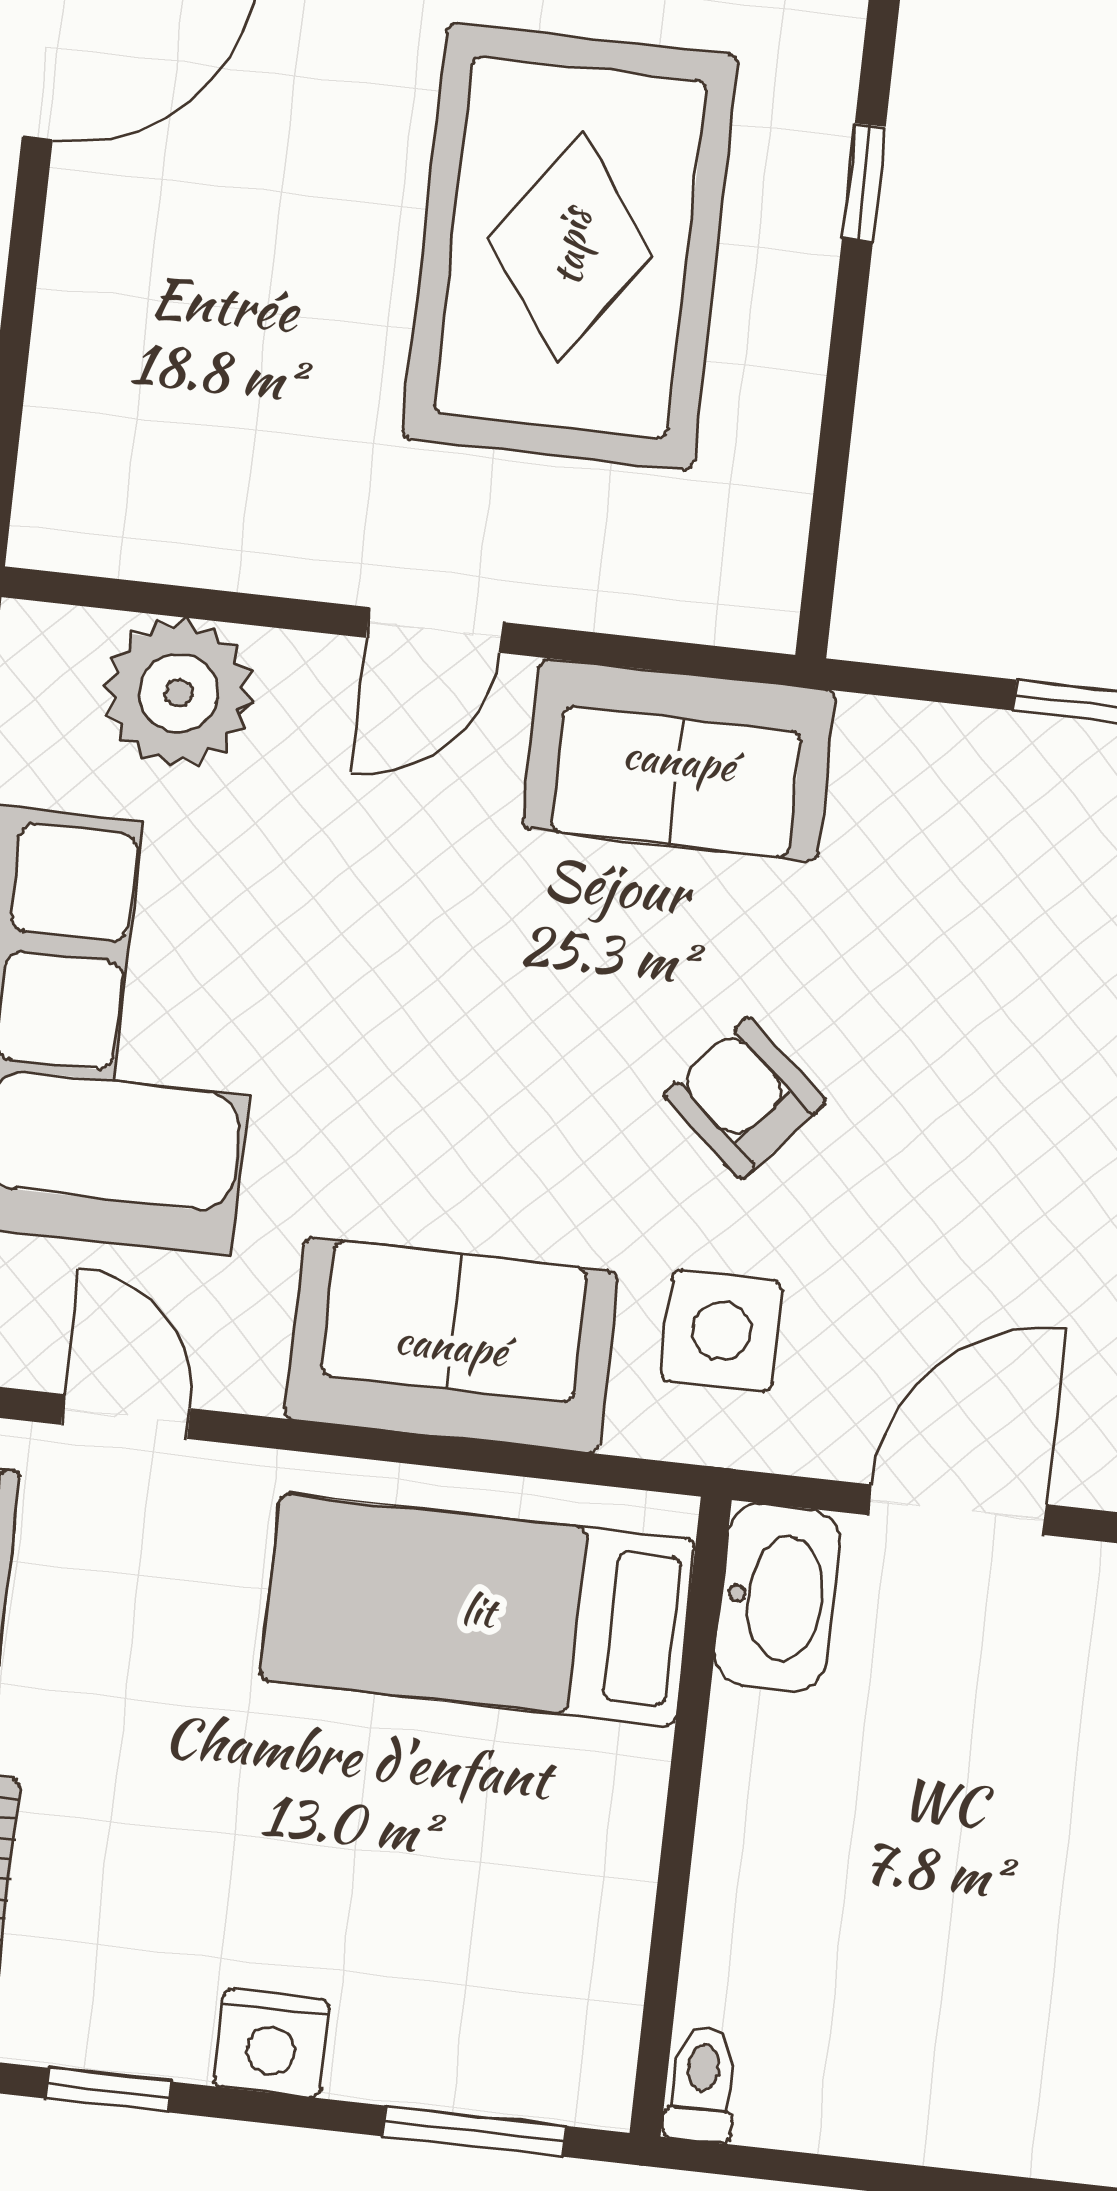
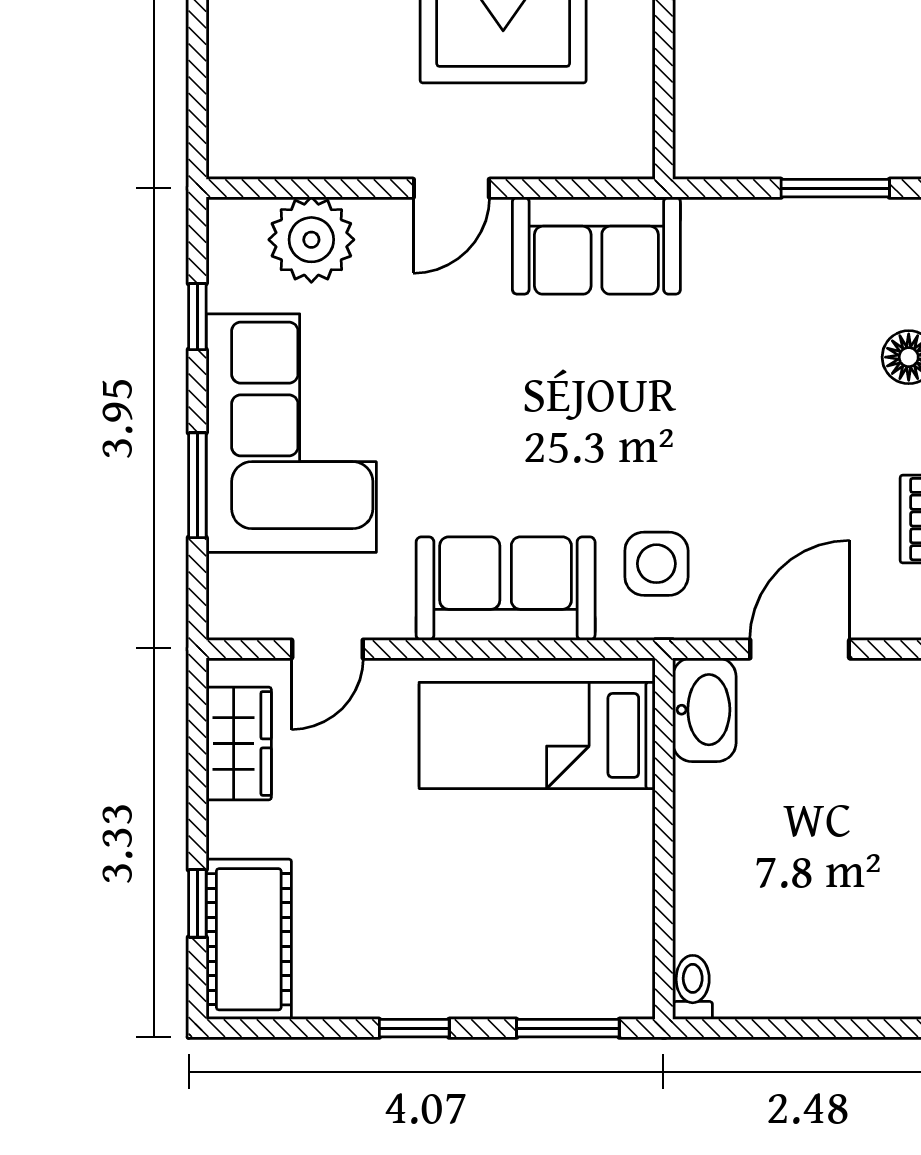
armchair: (745, 1098) -> (655, 431), removed
door: (126, 1416) -> (327, 649), swing flipped
nightstand: (272, 2043) -> (449, 992), removed
window: (108, 2090) -> (414, 1028), moved

